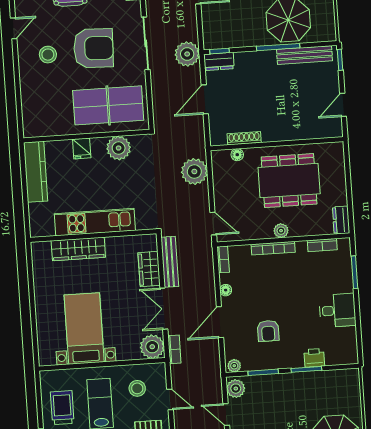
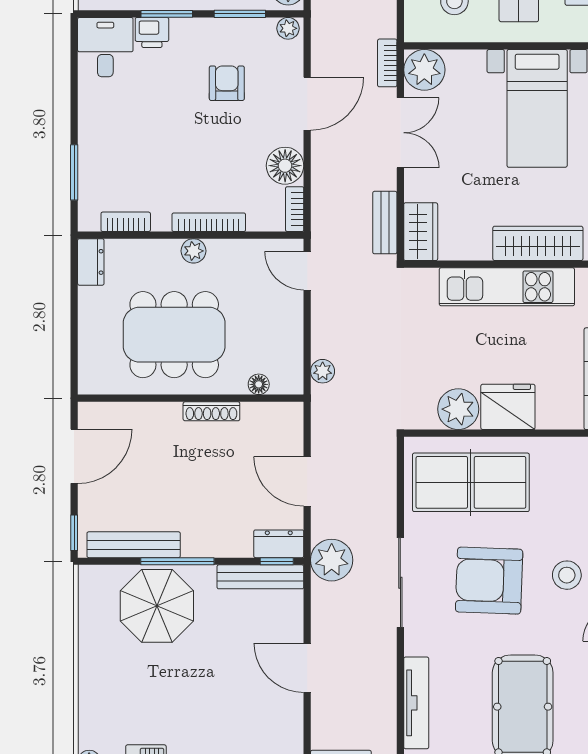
bench: (228, 41) -> (260, 577), added
door: (205, 99) -> (307, 481), swing flipped
door: (343, 105) -> (74, 456), width x1.38
shoe rack: (244, 138) -> (211, 411), moved
fridge: (82, 148) -> (508, 407), width x1.88, depth x1.34
plant: (194, 172) -> (323, 371), width x0.53, depth x0.53
bench: (170, 262) -> (385, 223), width x0.73
wardrobe: (149, 269) -> (421, 232), moved
floor lamp: (226, 290) -> (285, 166), width x1.89, depth x1.89
desk: (337, 310) -> (105, 47), moved, turned 90

